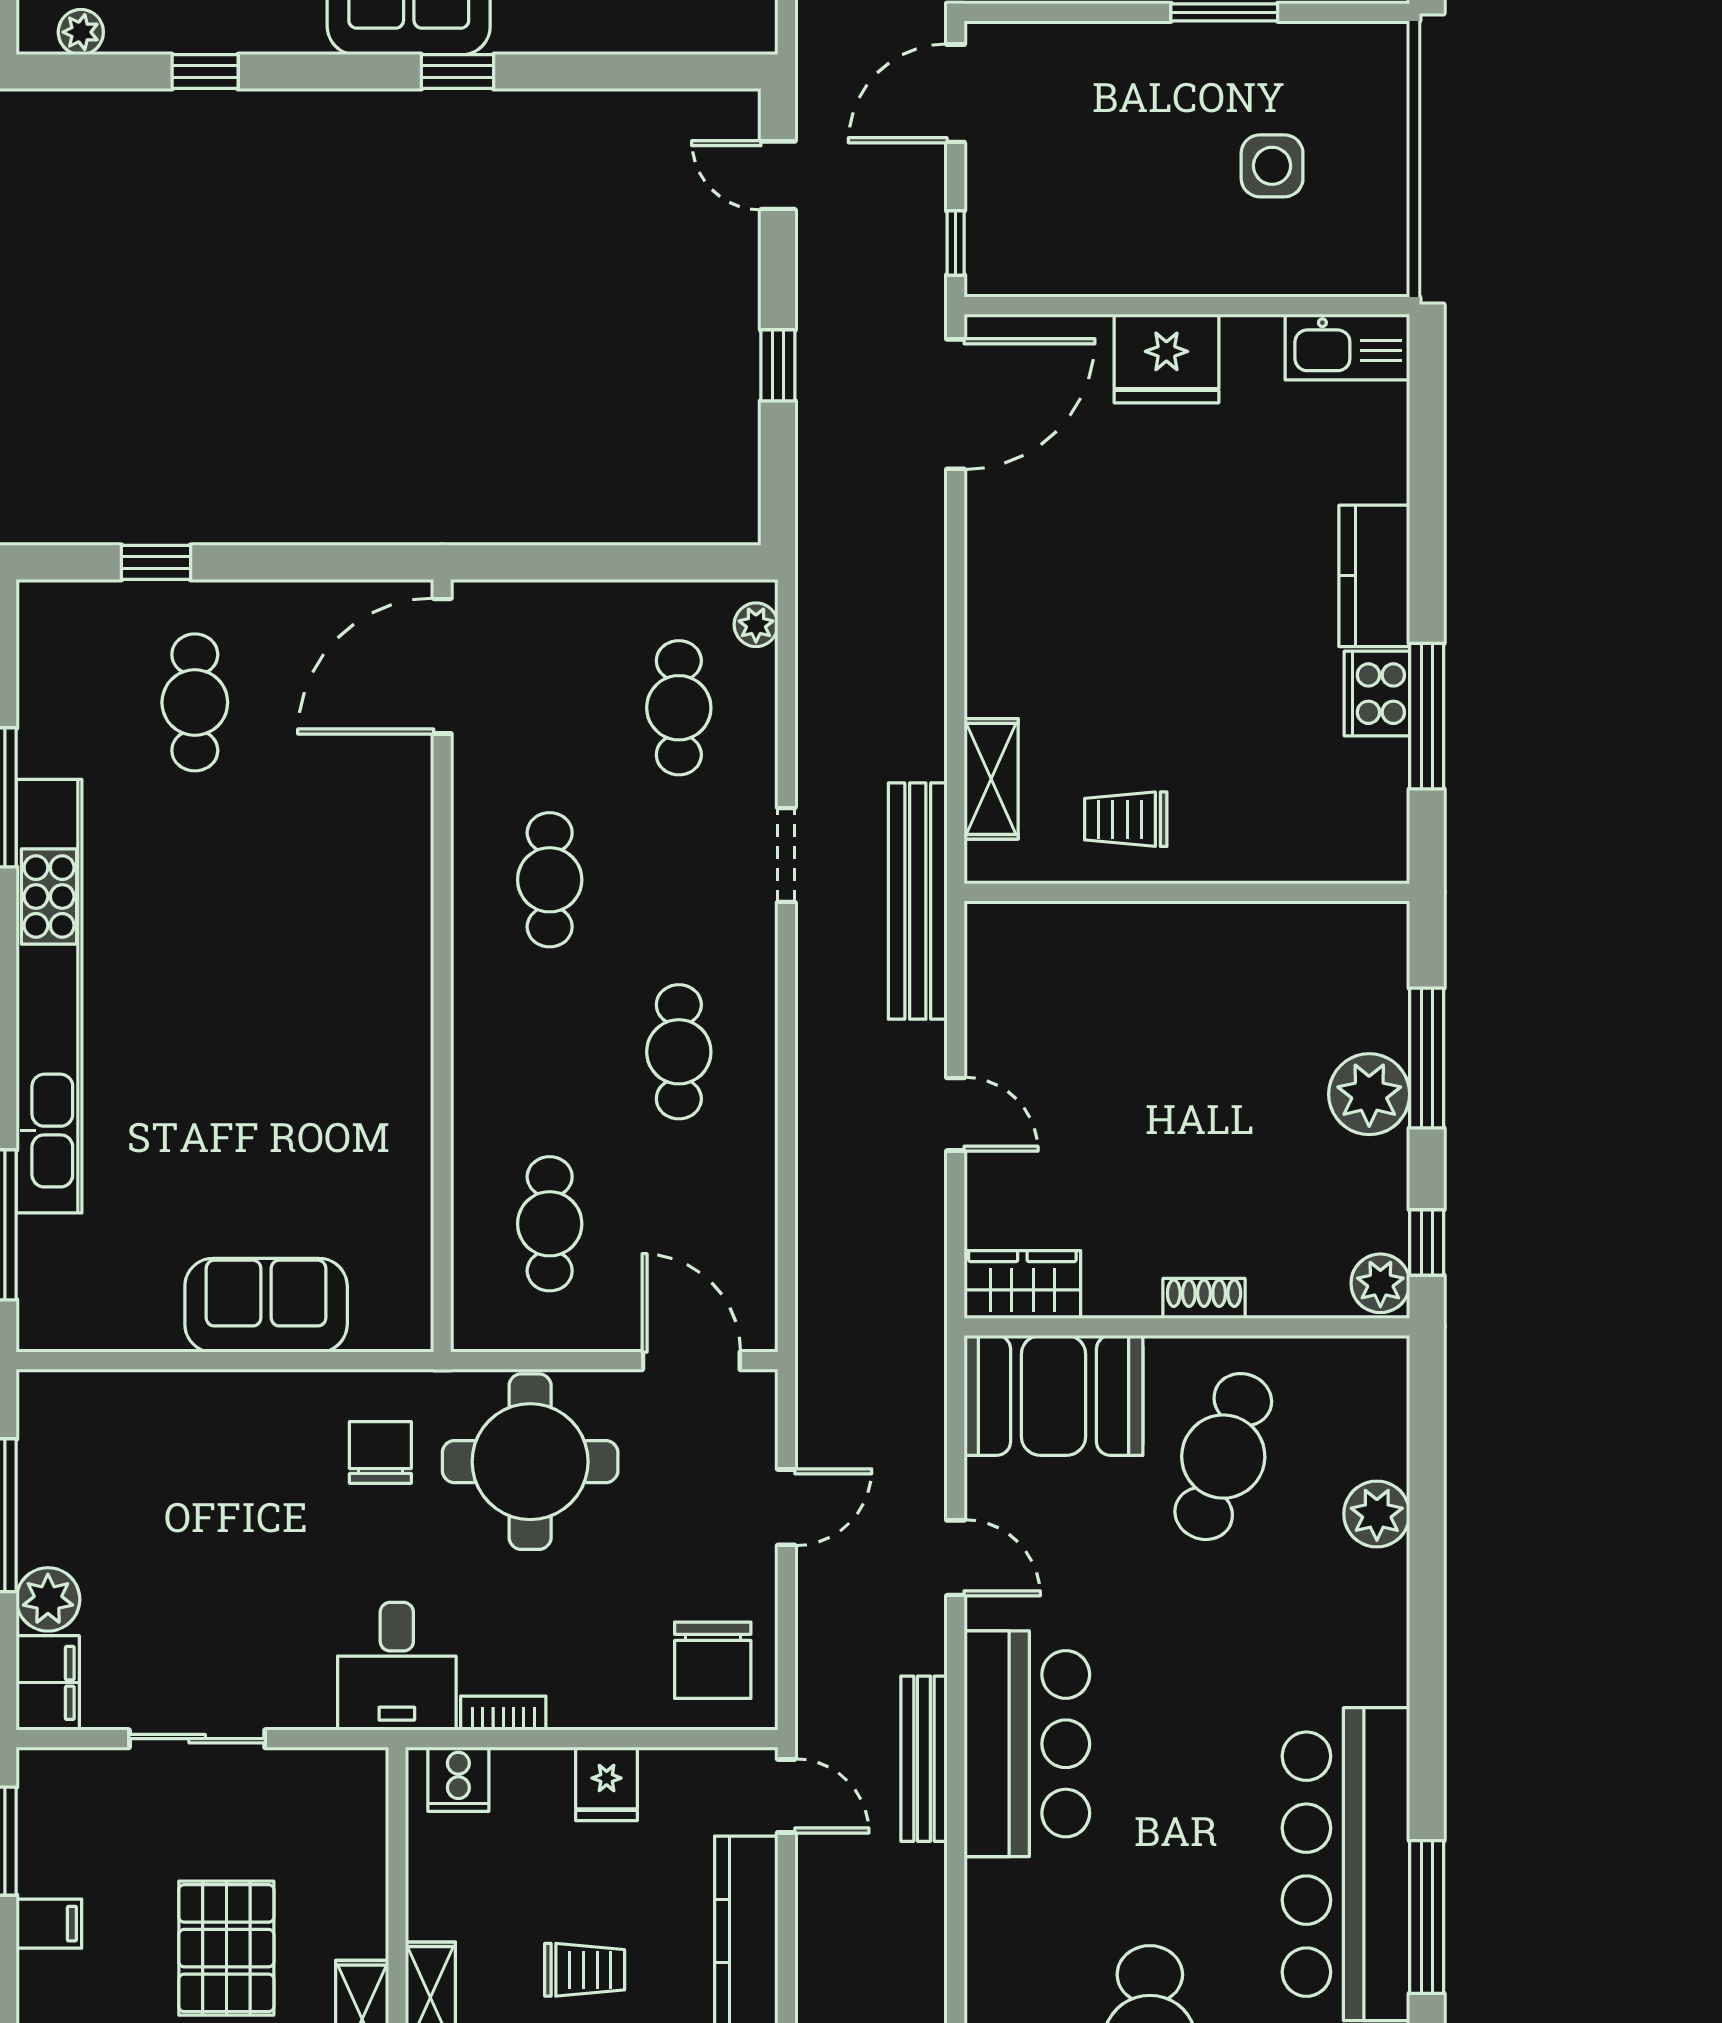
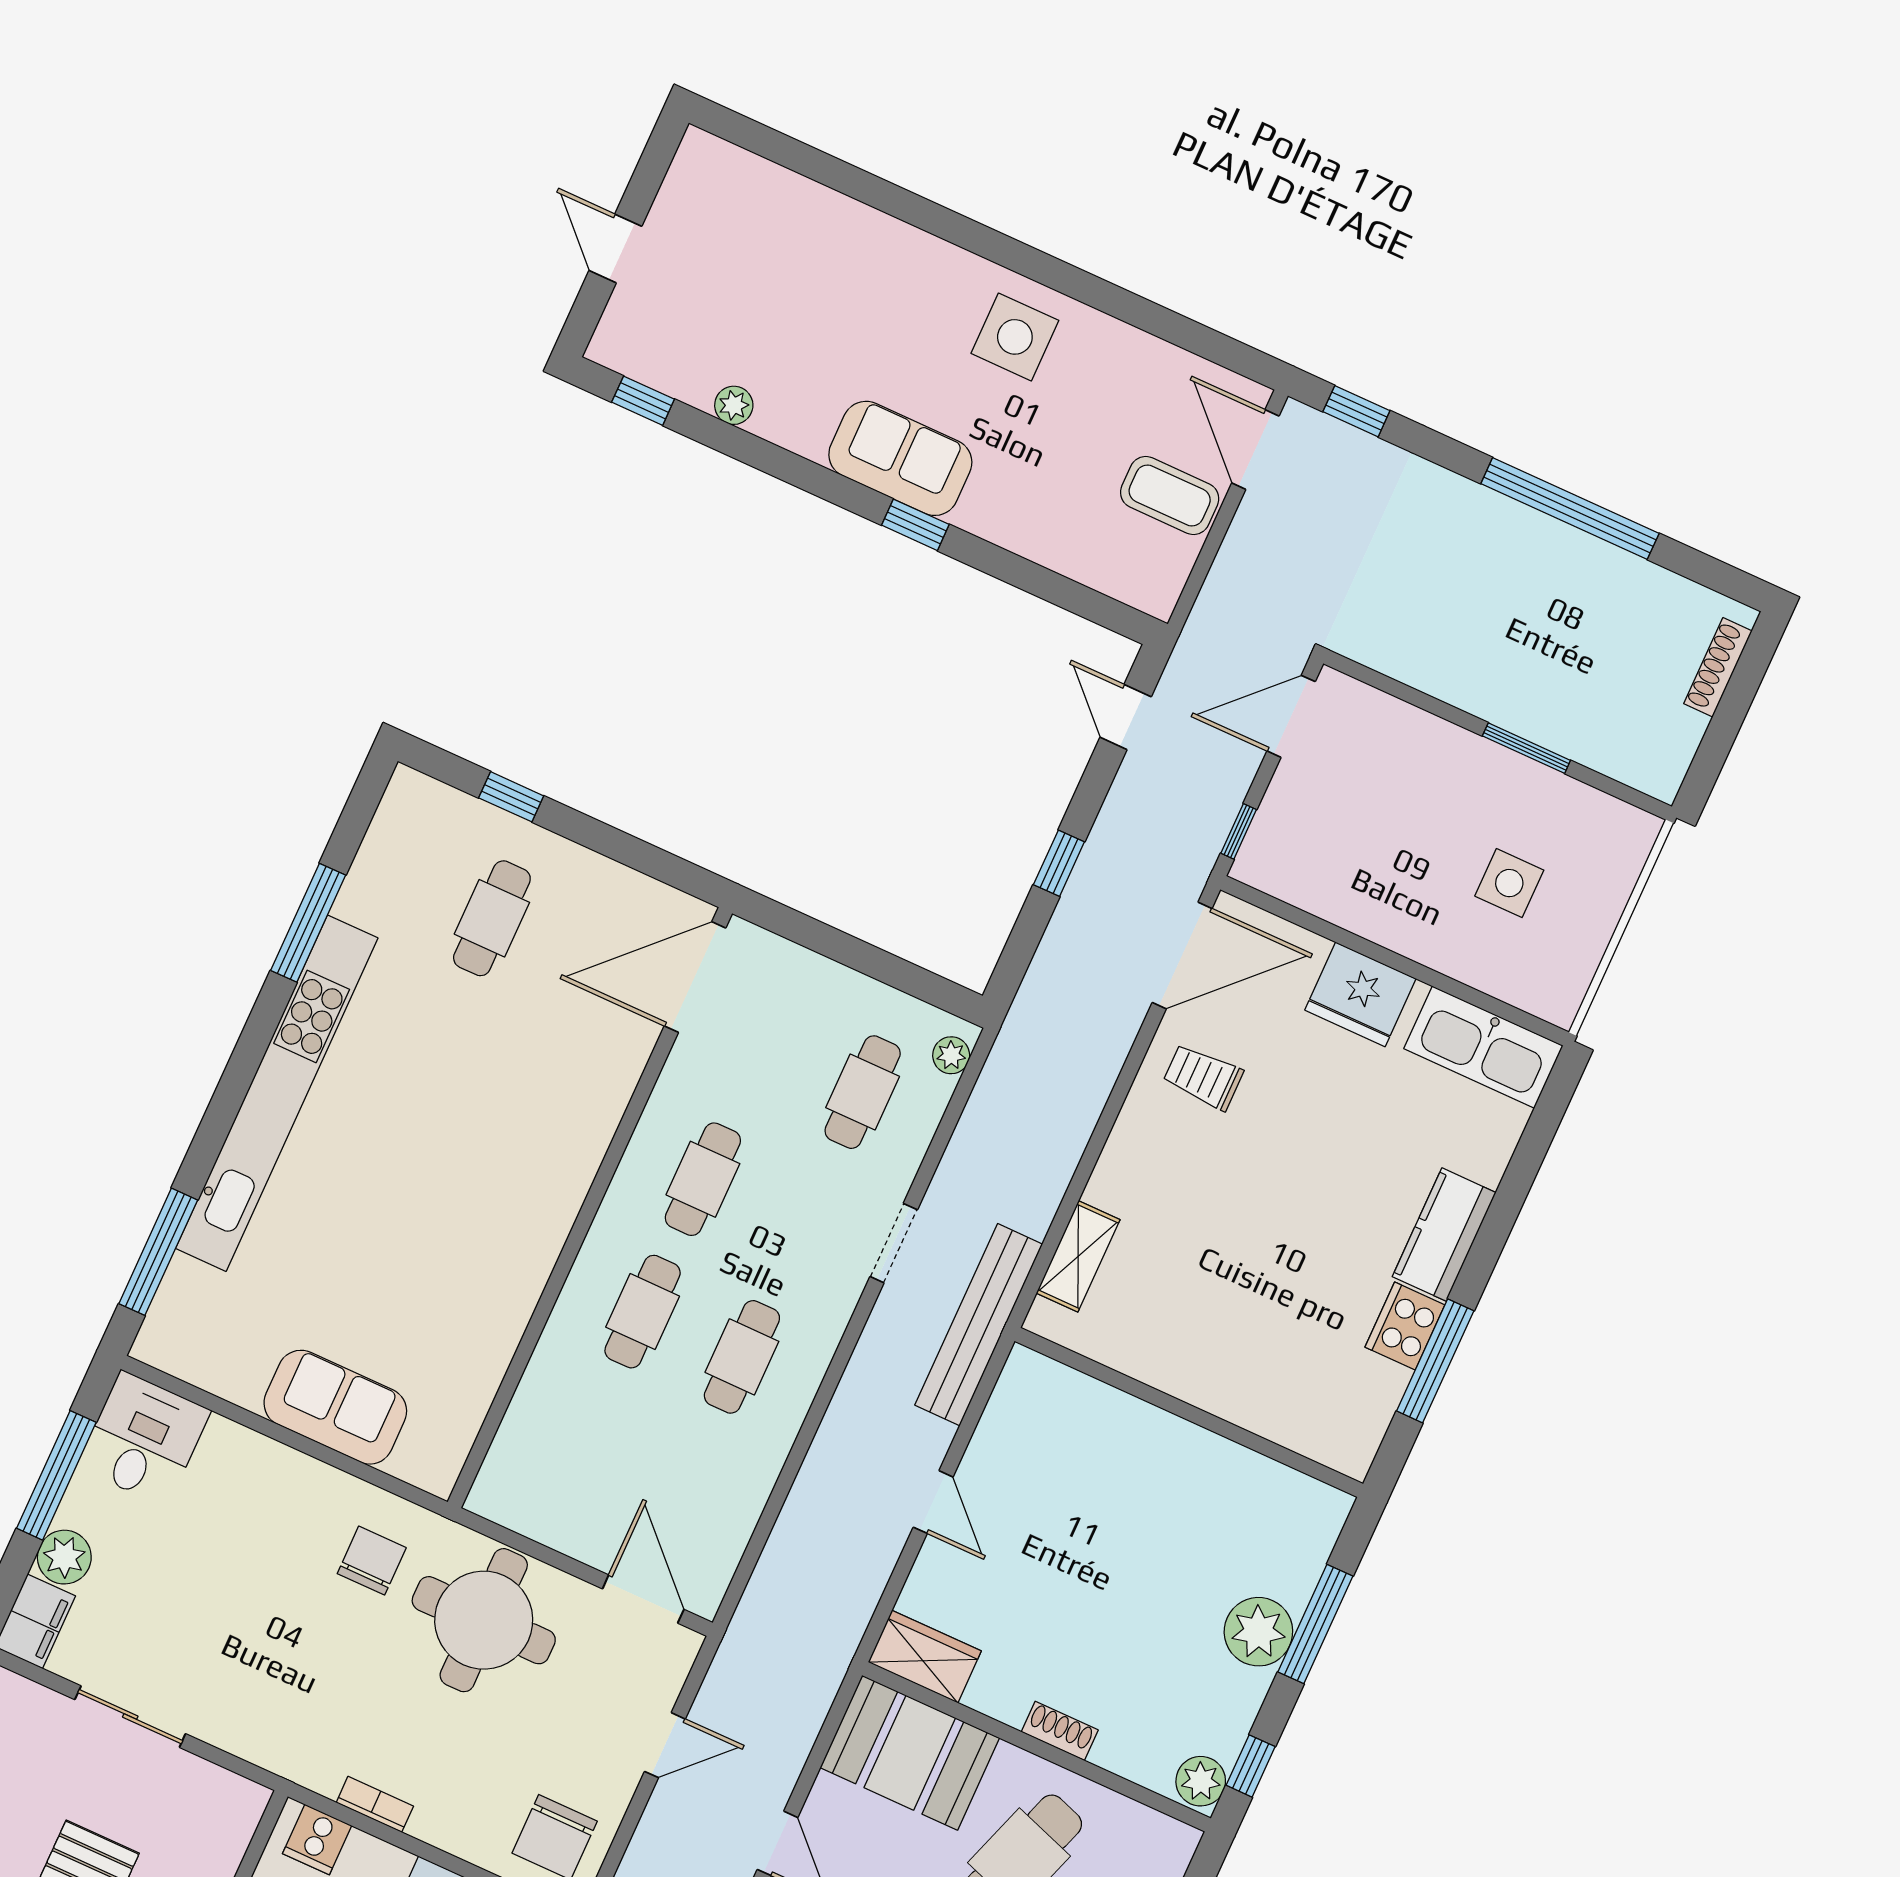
plant: (81, 32) -> (734, 405), moved
window: (205, 72) -> (643, 401), moved
kitchen sink: (1347, 347) -> (1483, 1047), width x1.36, depth x1.24
trolley: (1126, 819) -> (1203, 1077), moved
cafe table: (550, 1224) -> (643, 1312), moved
desk: (397, 1666) -> (144, 1439), moved, turned 180

